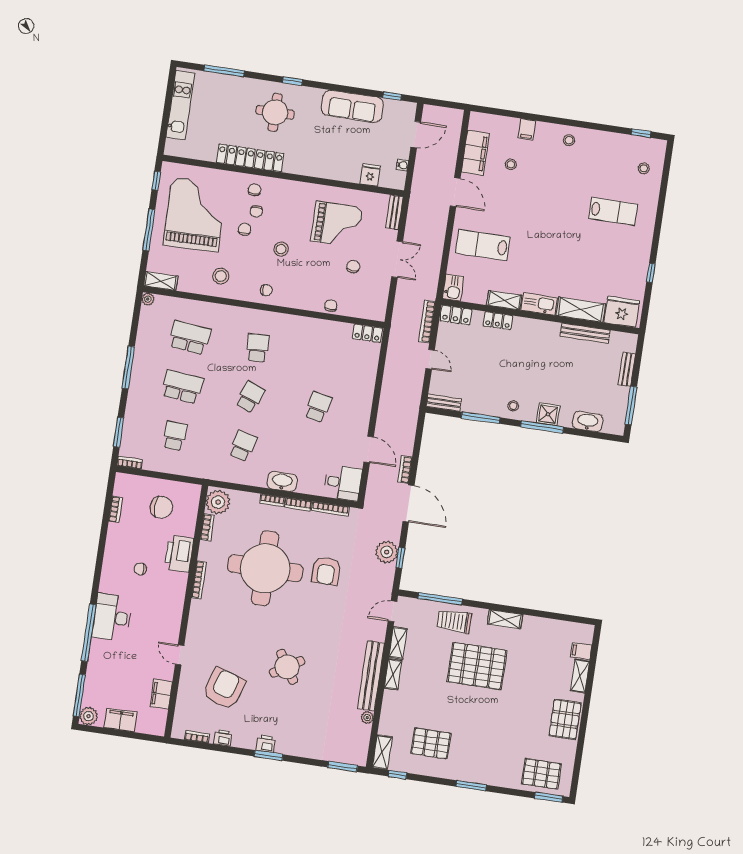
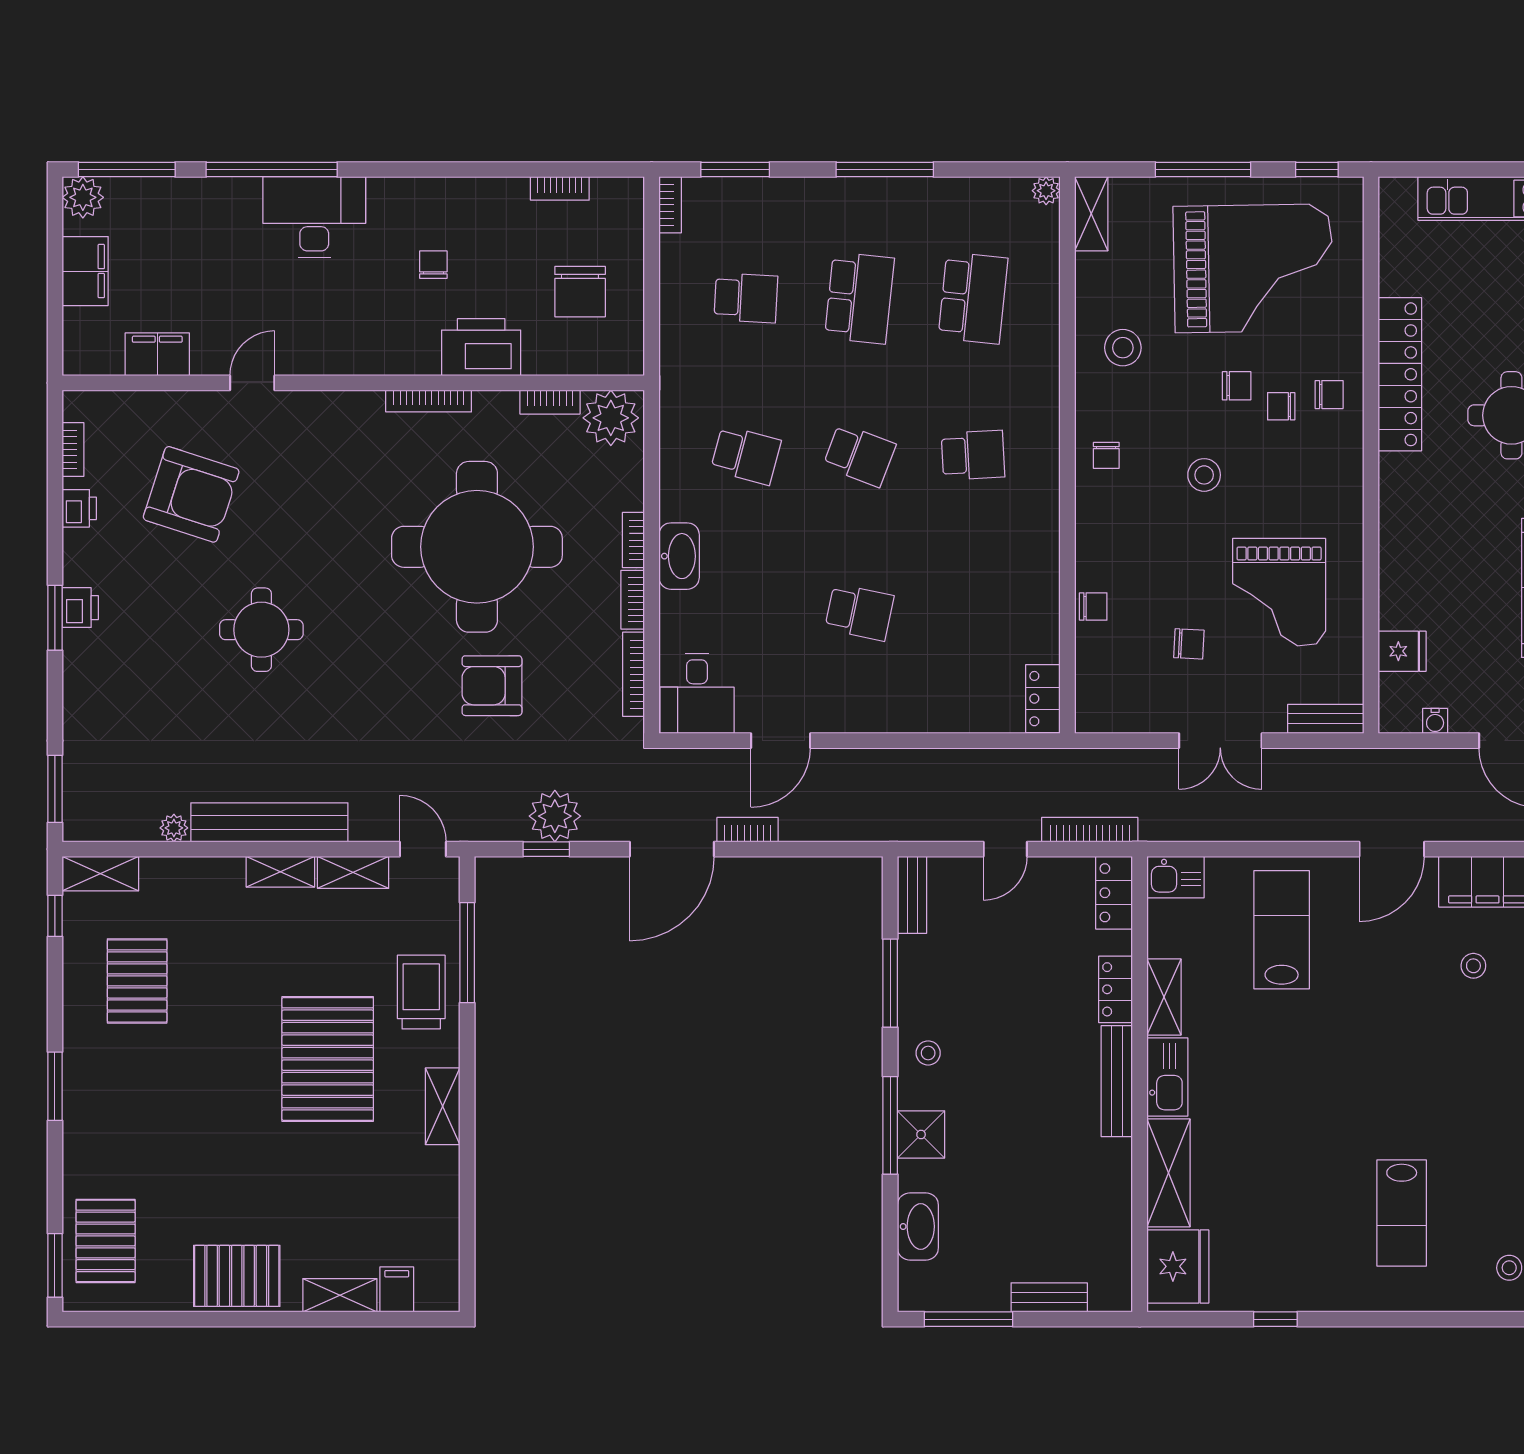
bench: (585, 333) -> (1117, 1081), moved
round table: (287, 667) -> (261, 630), turned 32

